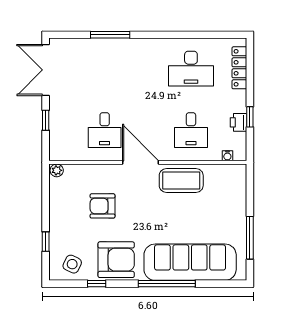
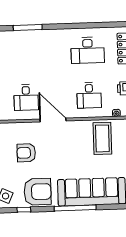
coffee table: (181, 181) -> (102, 138), moved, turned 90

